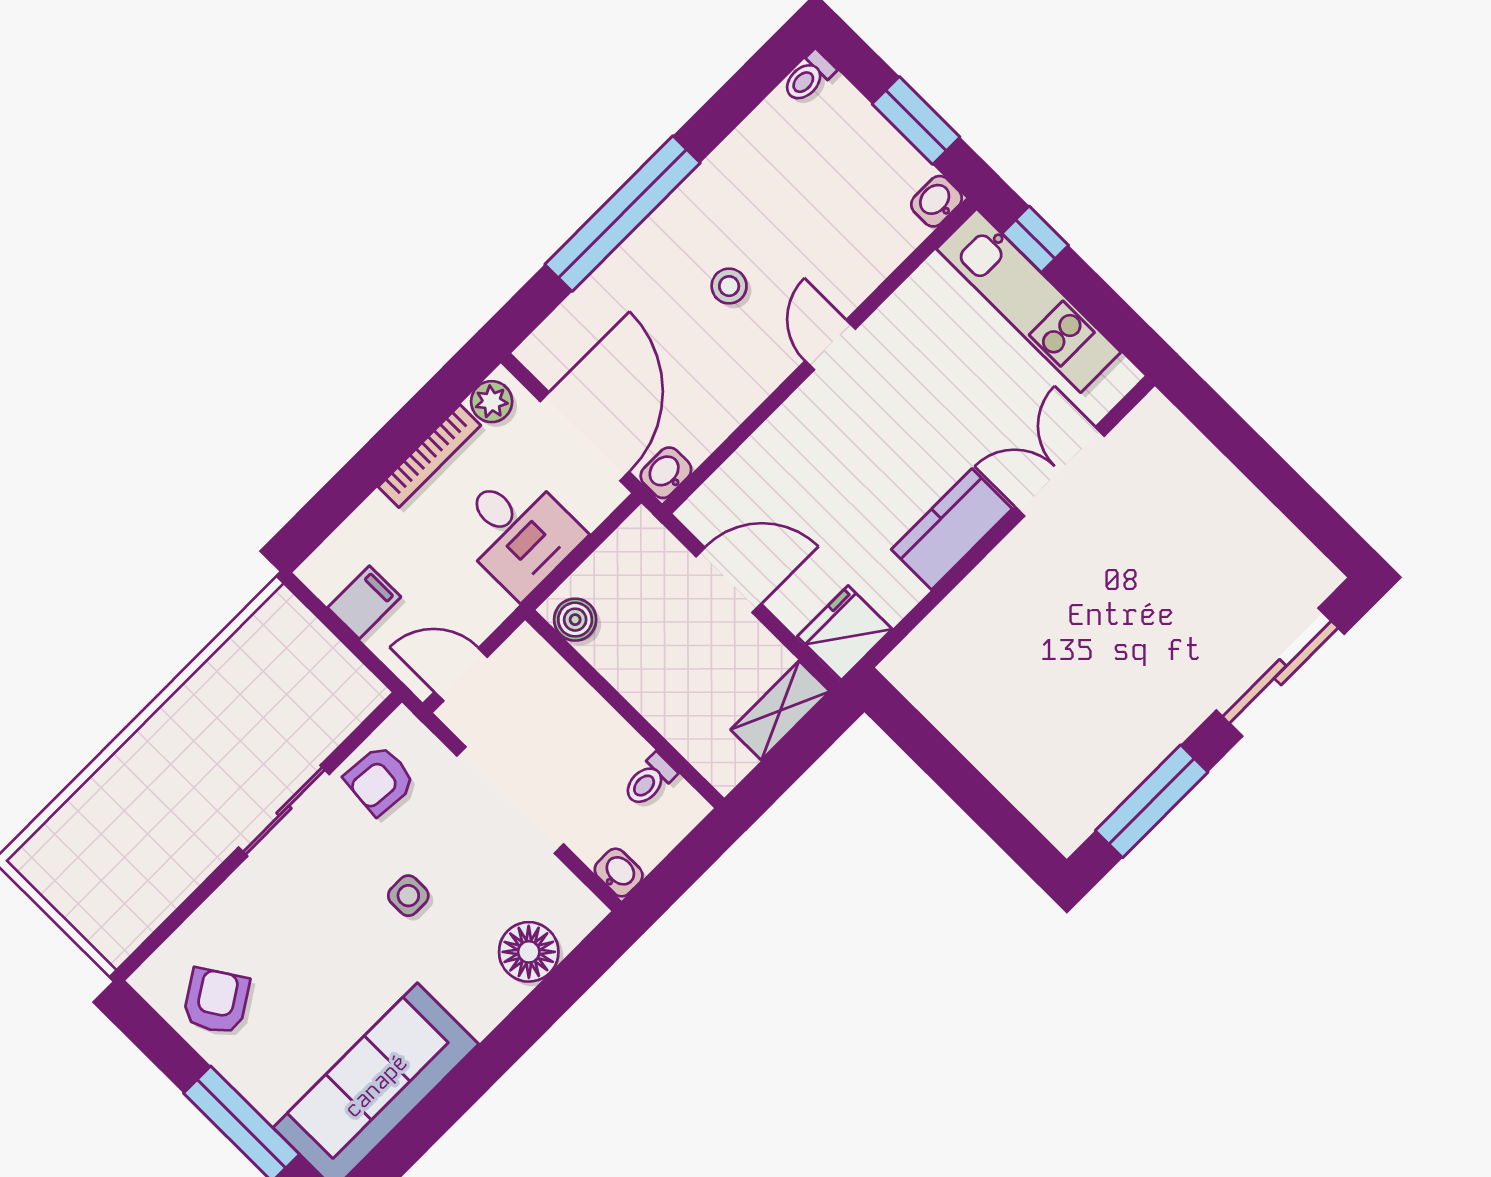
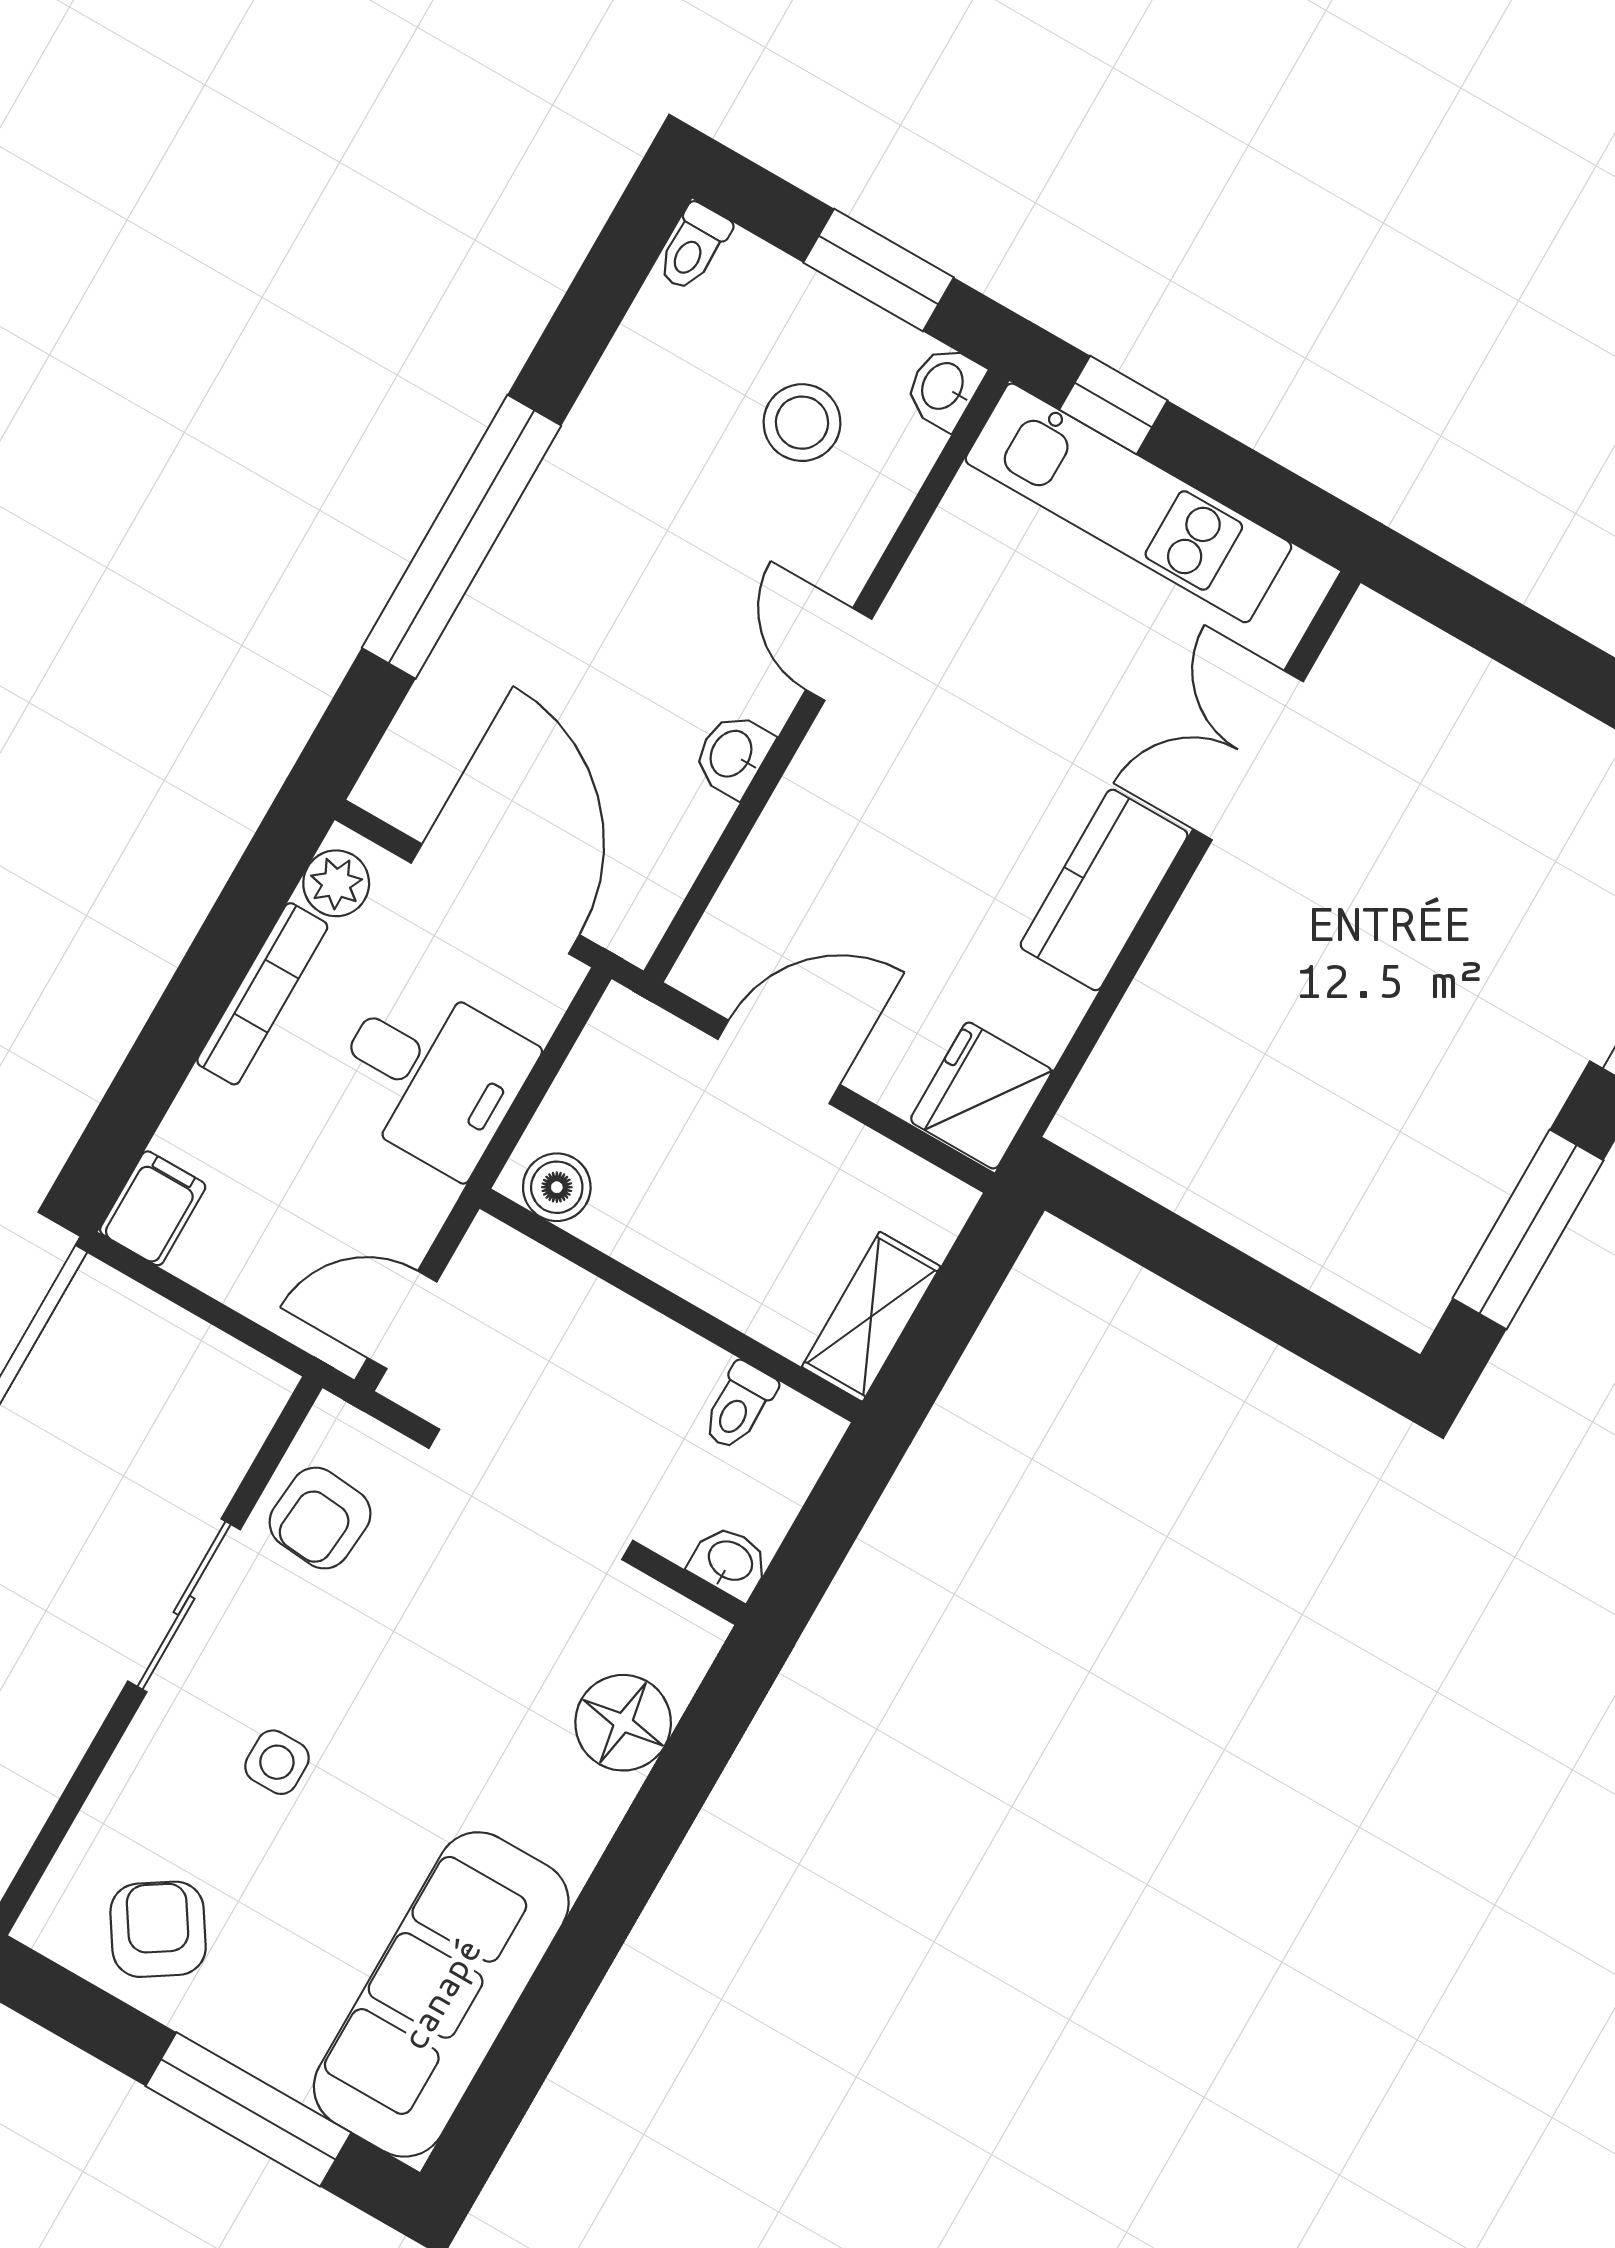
stool: (729, 286) -> (802, 423), moved, width x1.37, depth x1.37
washbasin: (666, 473) -> (733, 755), moved
filing cabinet: (364, 602) -> (153, 1208), moved
shelving: (780, 711) -> (871, 1317), moved
side table: (408, 896) -> (277, 1762), moved

